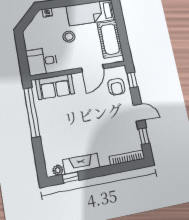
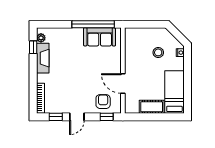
stool: (69, 37) -> (158, 52), moved
cot: (110, 39) -> (152, 107), width x0.73, depth x0.75
desk: (42, 61) -> (136, 40), removed
sofa: (55, 87) -> (100, 37), moved, turned -90
armchair: (116, 87) -> (103, 102), turned 90

